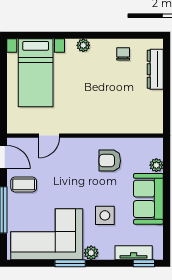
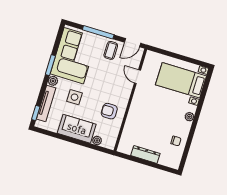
dresser: (155, 69) -> (145, 154), moved
armchair: (110, 161) -> (109, 111), turned -90
tv unit: (134, 253) -> (46, 103), width x1.41

